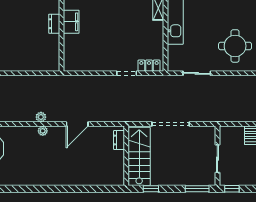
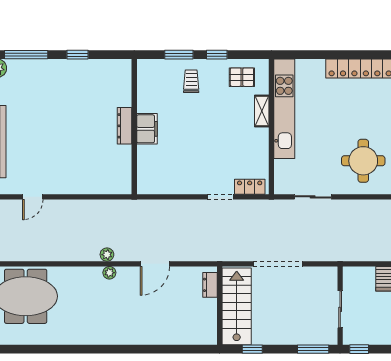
dresser: (54, 24) -> (125, 126), width x1.44

